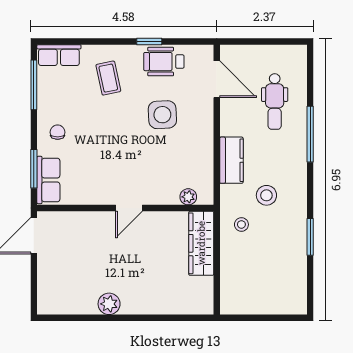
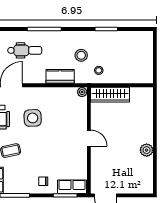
plant: (188, 197) -> (82, 92), moved

